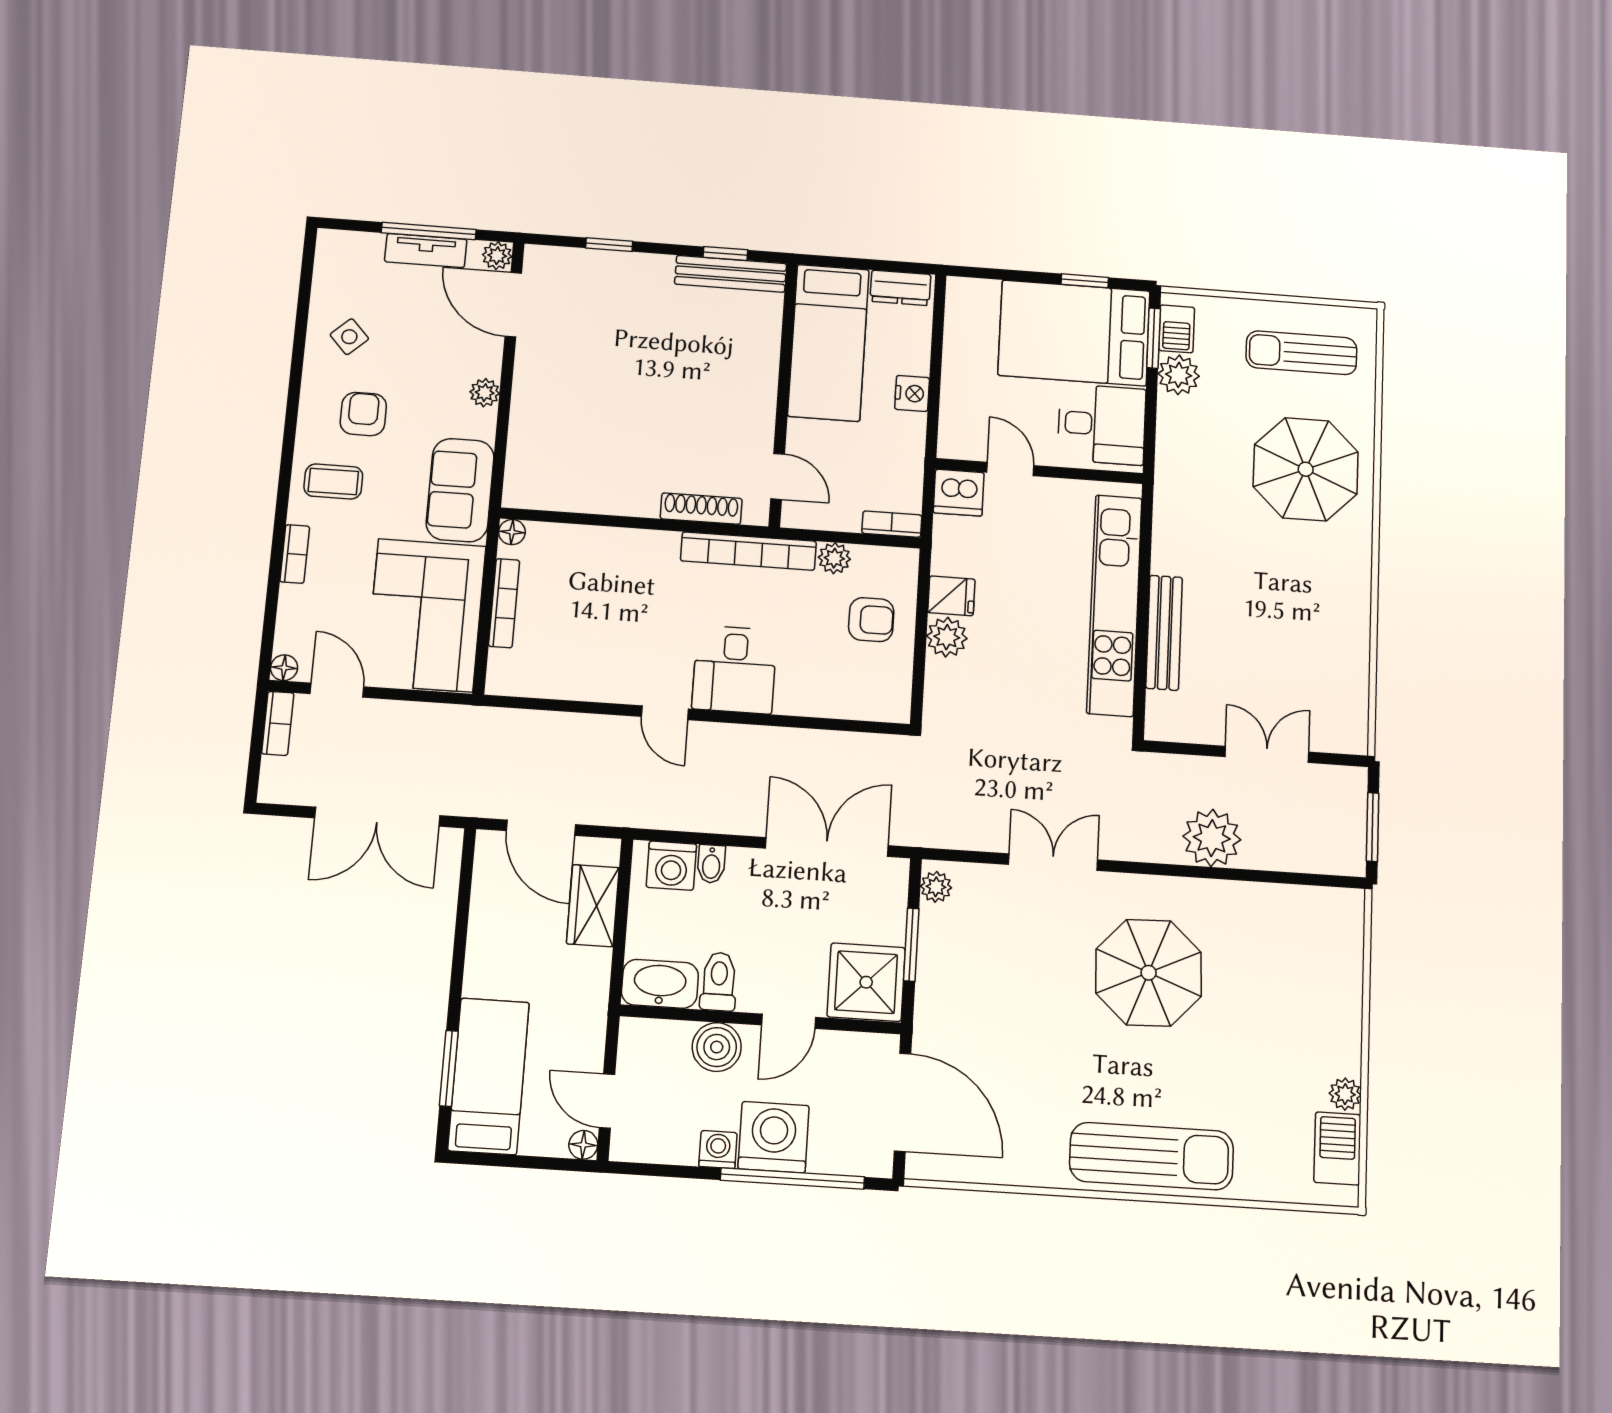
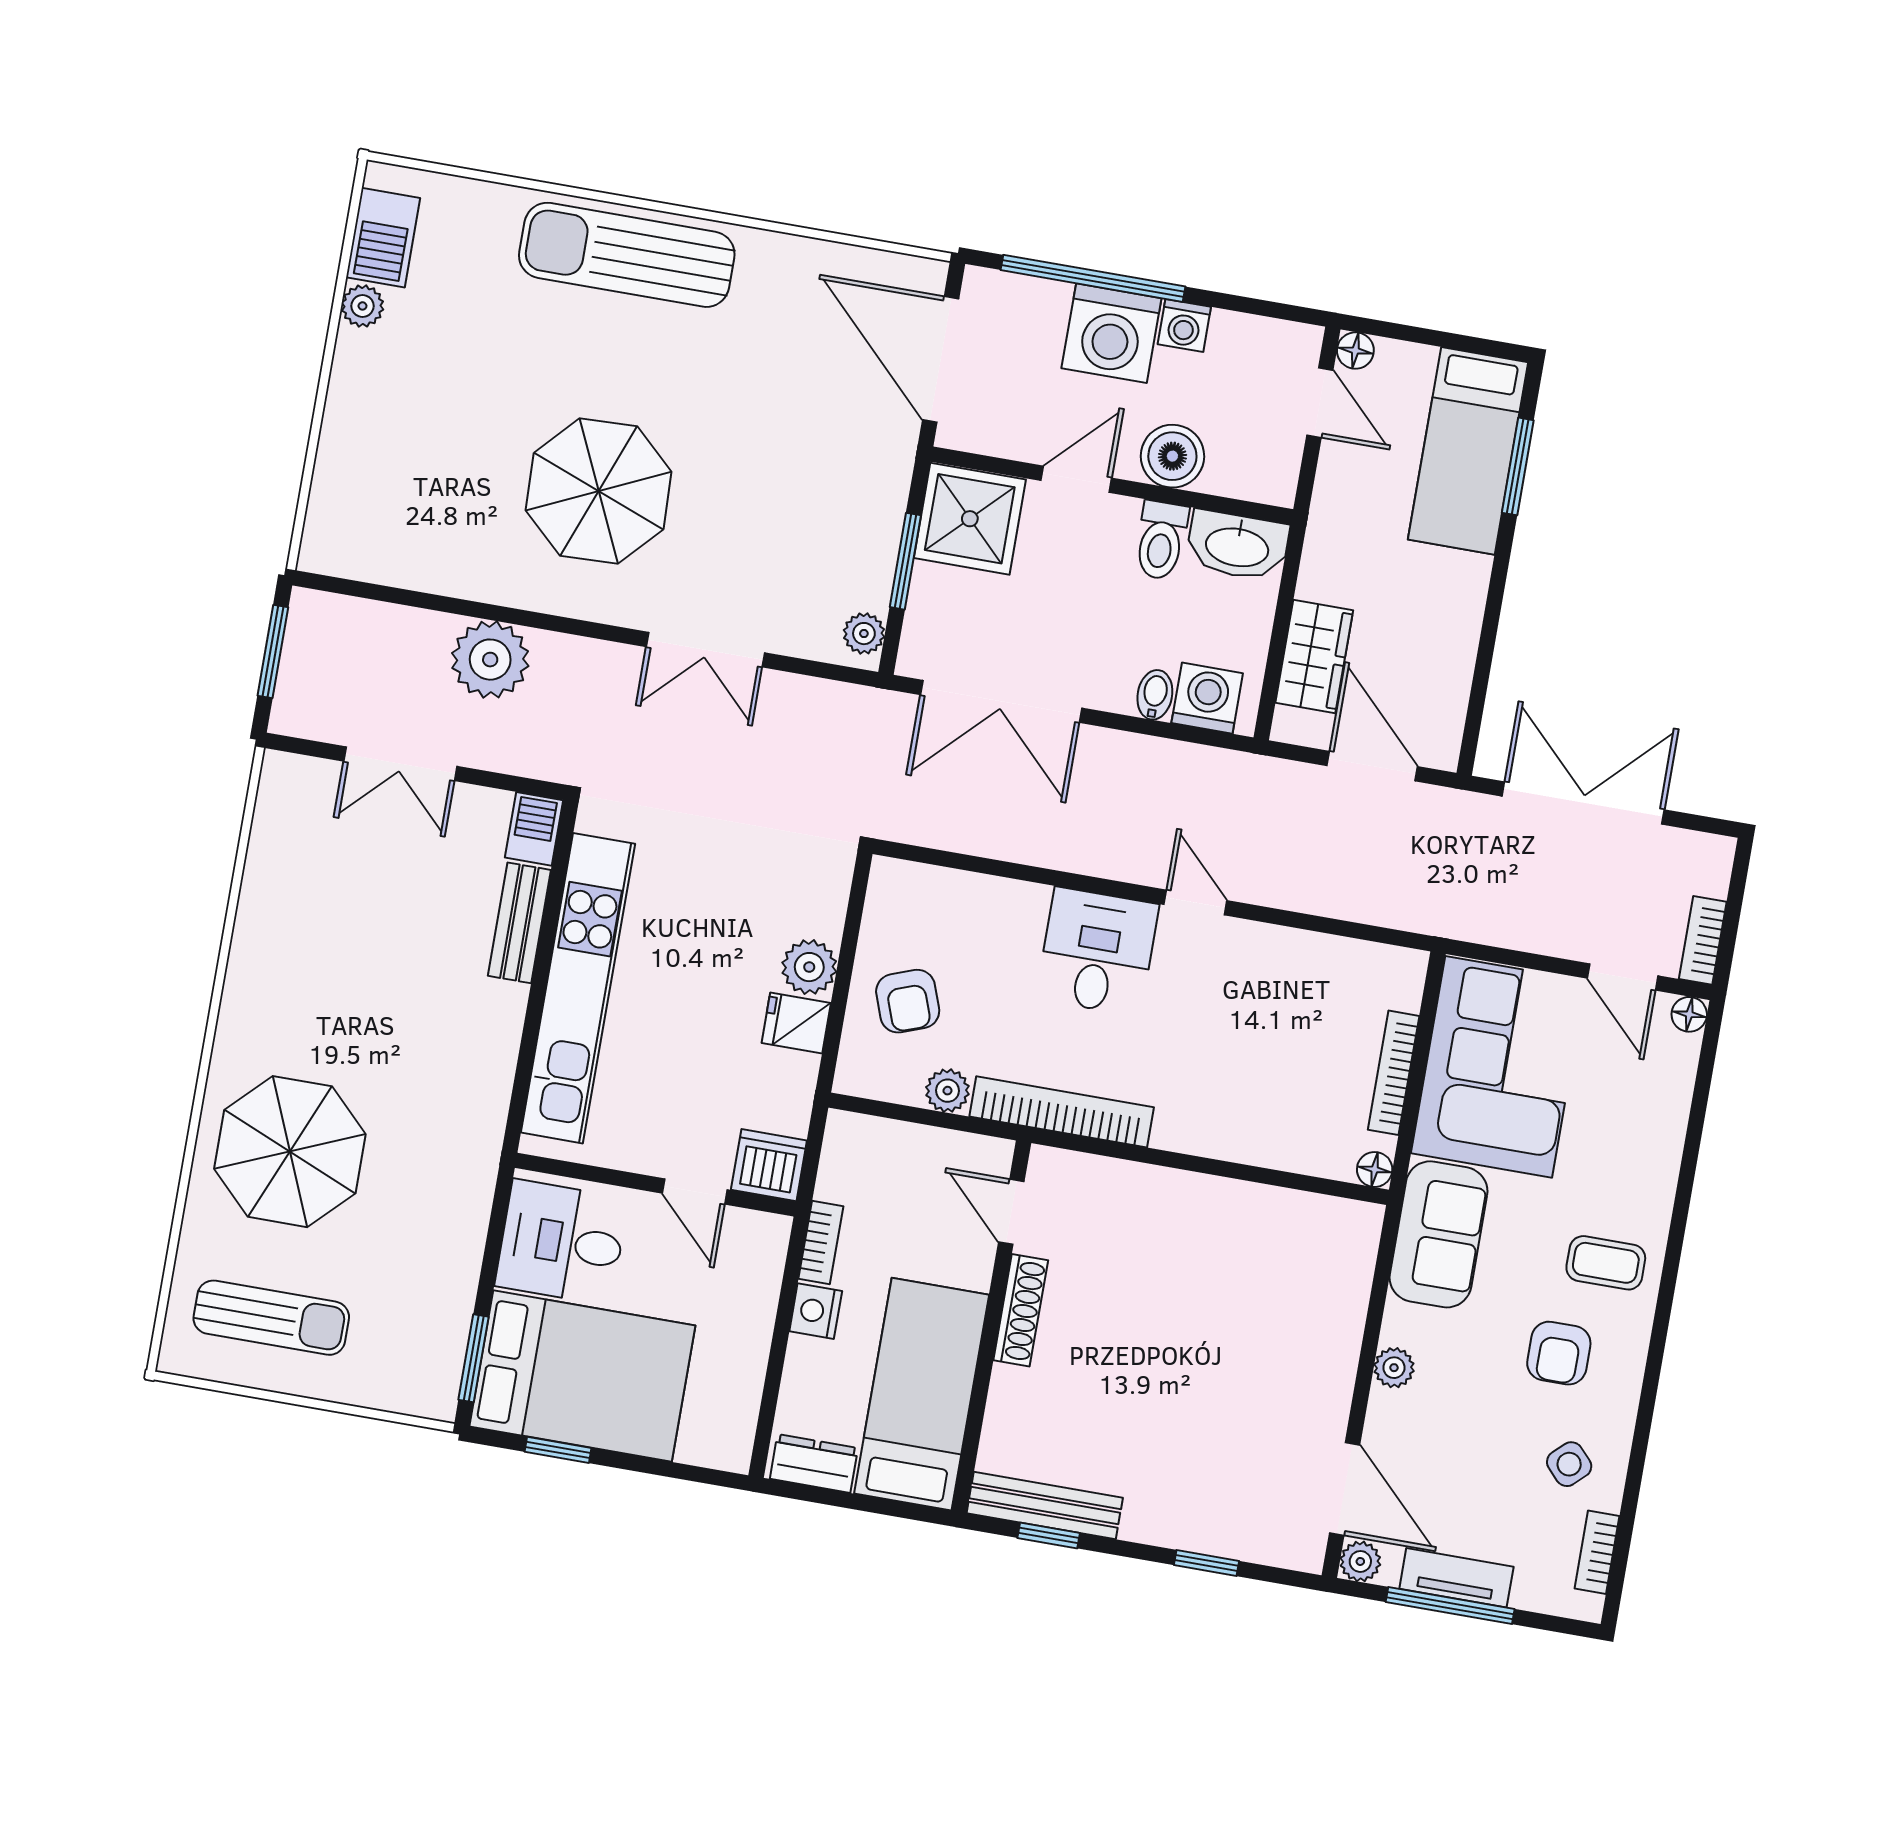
barbecue: (1177, 329) -> (534, 829), moved
plant: (1179, 375) -> (446, 1302), removed
shoe rack: (701, 509) -> (1021, 1310), moved, turned -90
bookcase: (892, 524) -> (821, 1243), moved, turned -90
bookcase: (295, 554) -> (1597, 1552), moved
armchair: (871, 620) -> (908, 1001), turned -110
bench: (1164, 633) -> (519, 923), width x0.73

